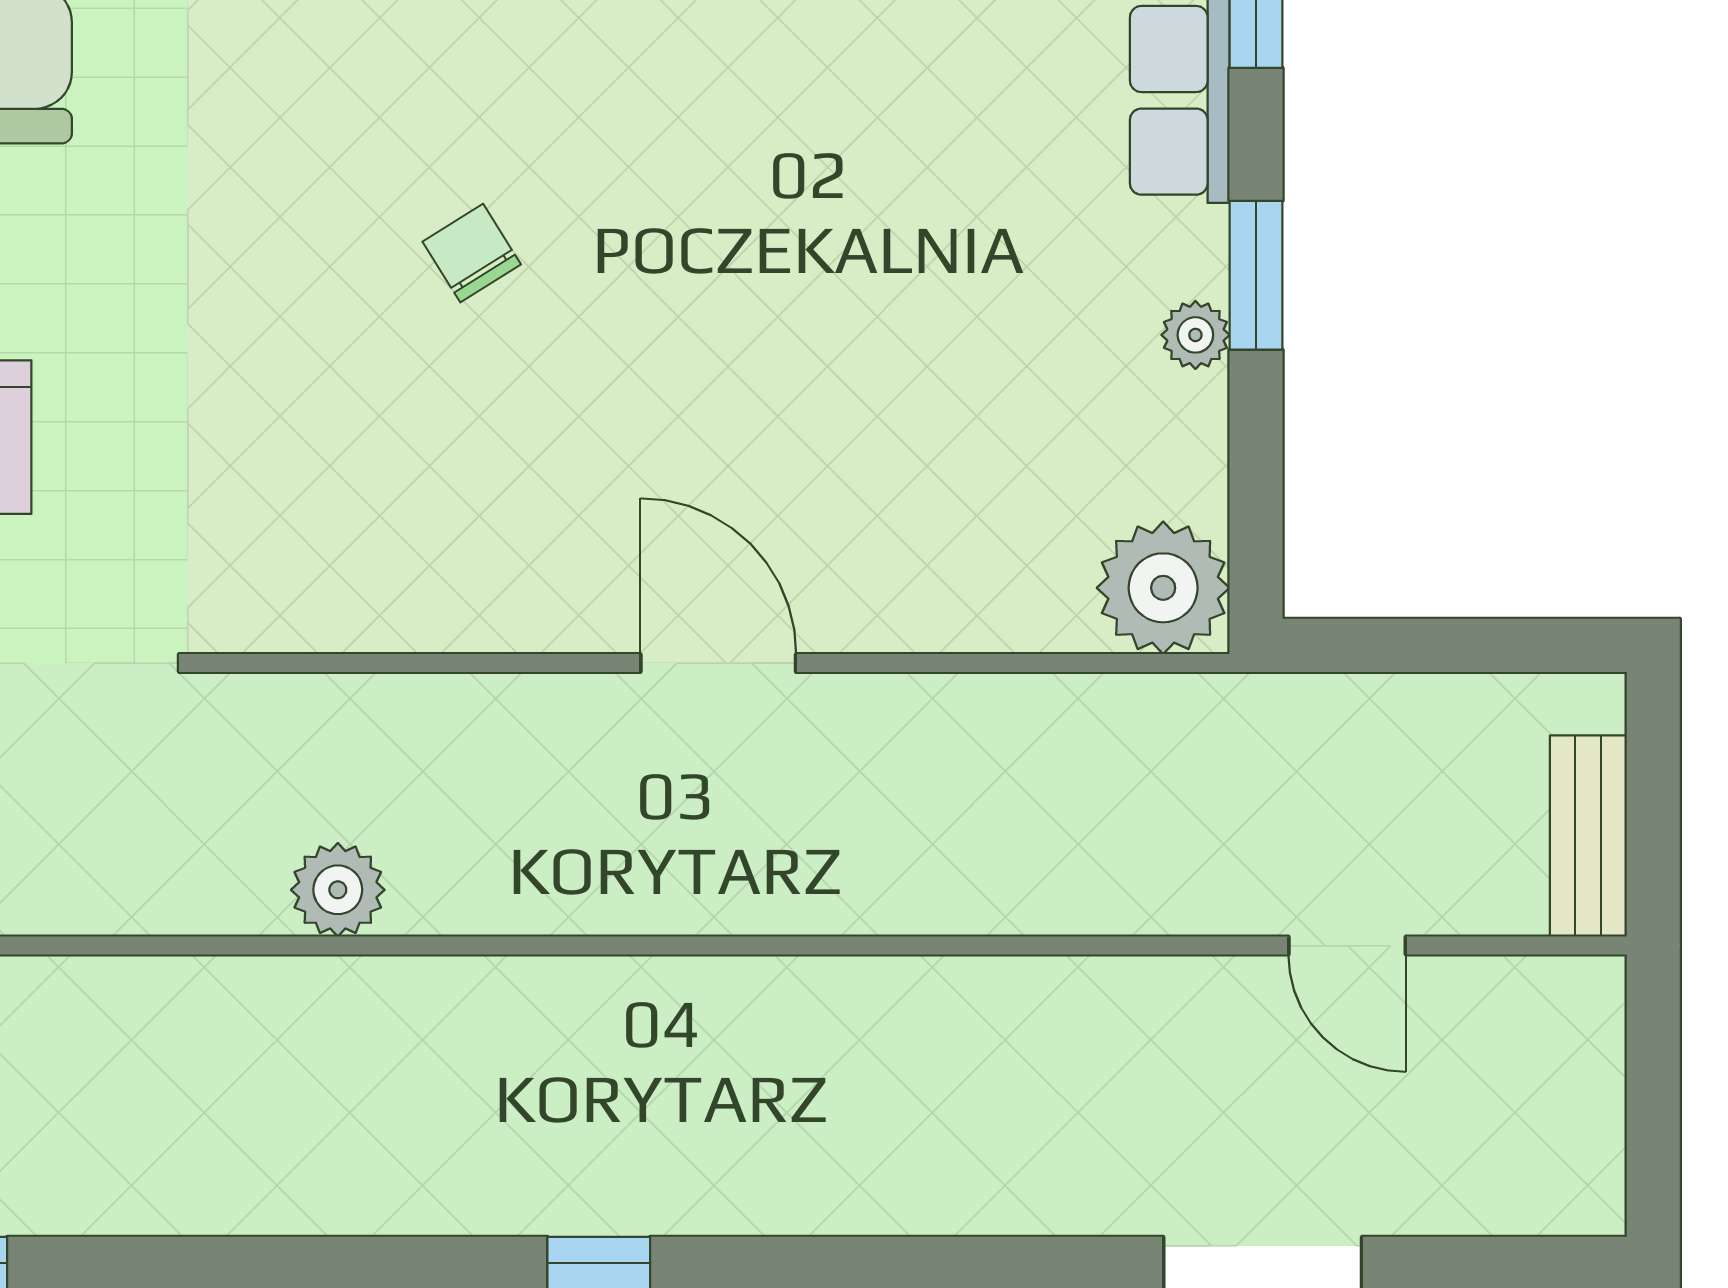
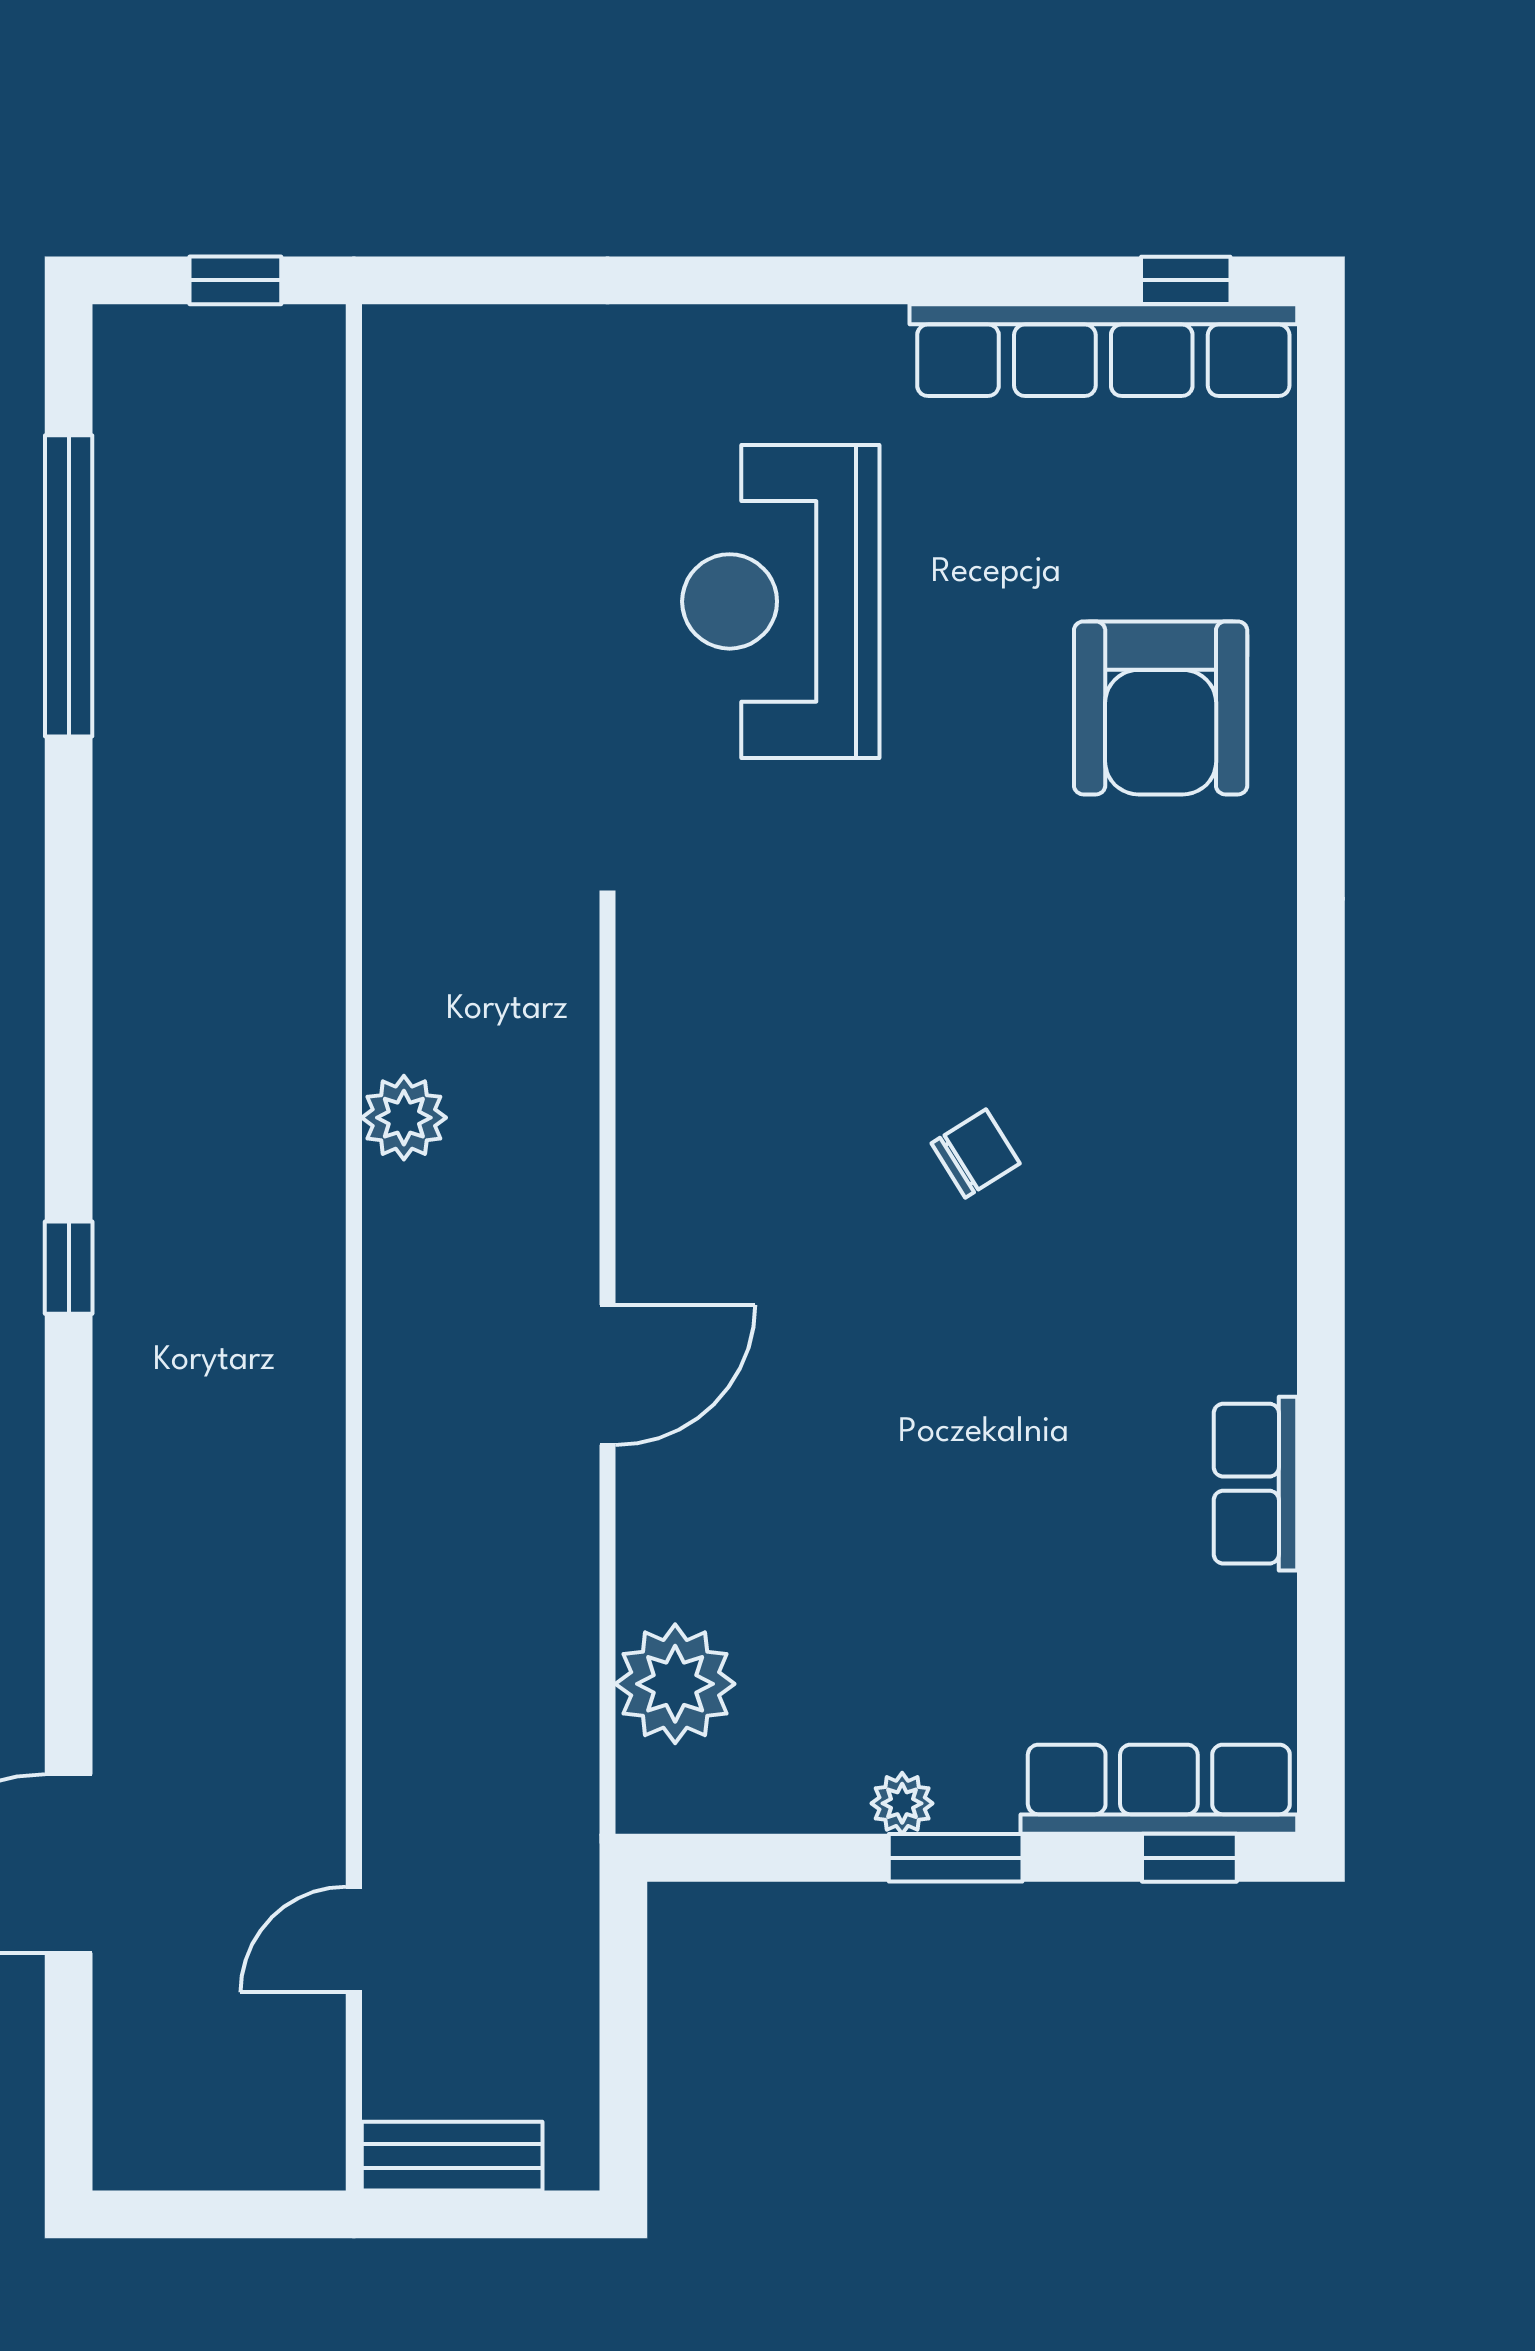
plant: (1163, 588) -> (675, 1684), moved
plant: (338, 890) -> (404, 1118), moved

